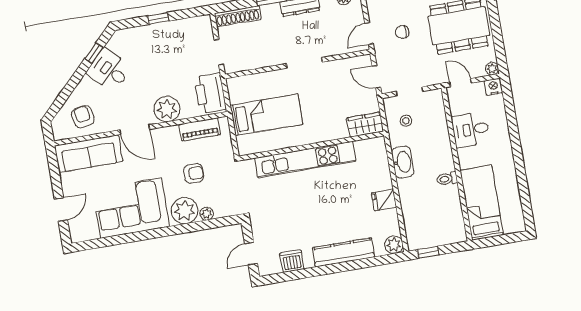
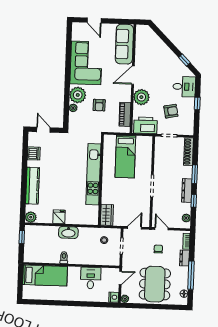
desk: (109, 70) -> (184, 87), moved, turned 45
armchair: (83, 117) -> (171, 111), moved
washbasin: (403, 162) -> (68, 232), moved

